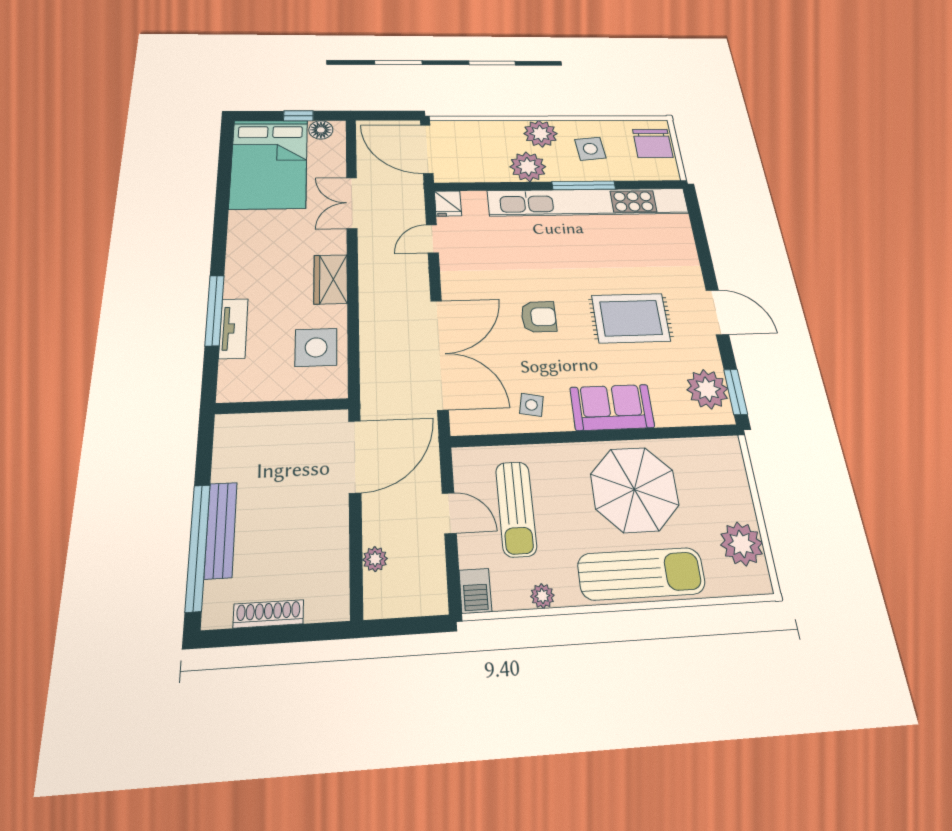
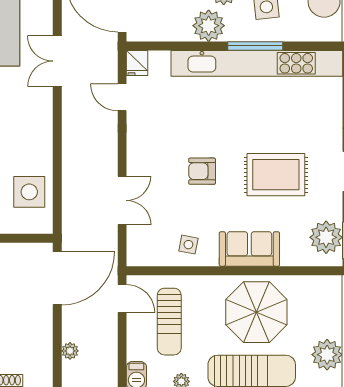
door: (432, 239) -> (122, 97), hinge flipped
wardrobe: (331, 279) -> (40, 133), removed
armchair: (539, 317) -> (202, 171), turned 180
double door: (439, 354) -> (122, 200), width x0.54
door: (449, 513) -> (122, 299), moved

